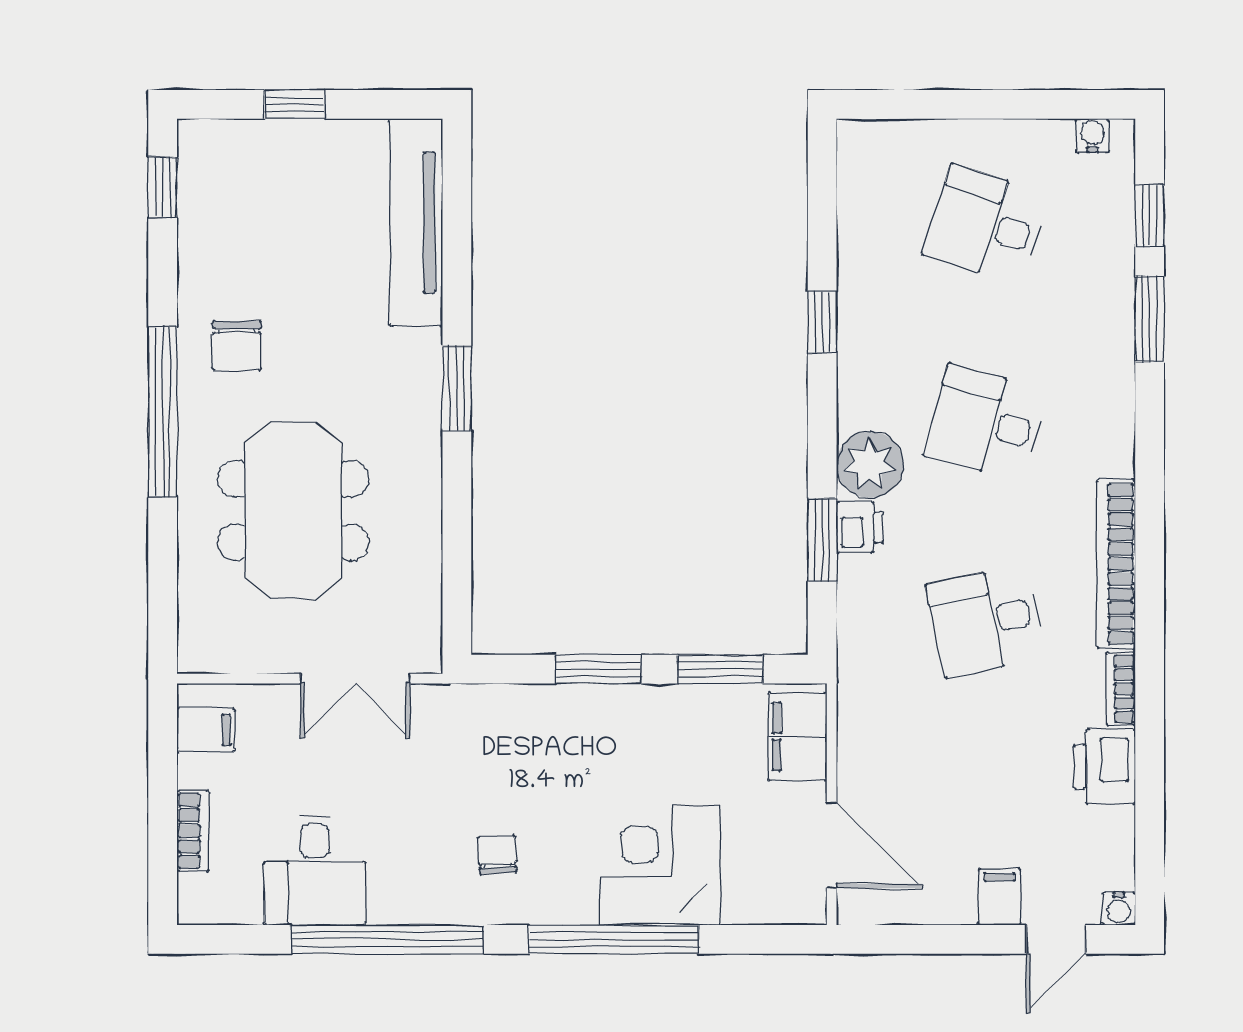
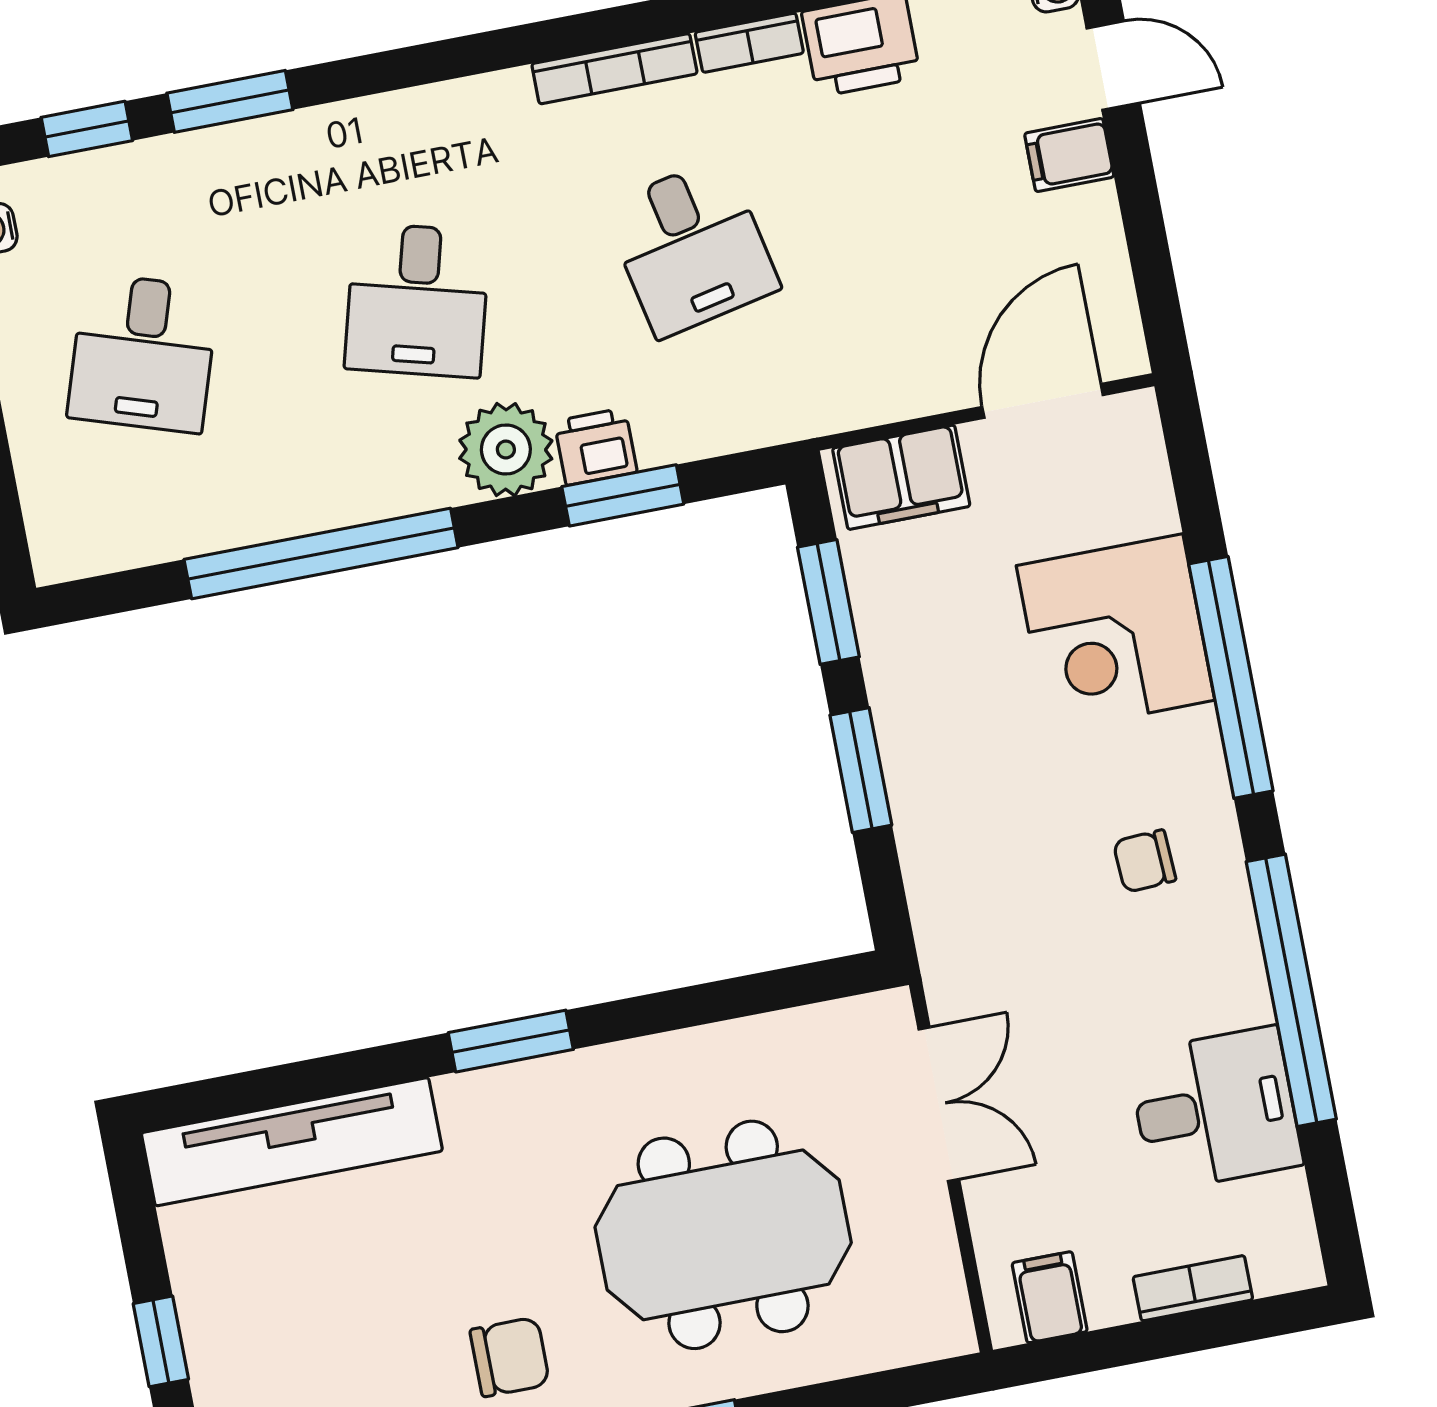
window: (822, 322) -> (321, 553), width x3.17
bookcase: (1116, 564) -> (614, 69), width x0.68, depth x0.76

